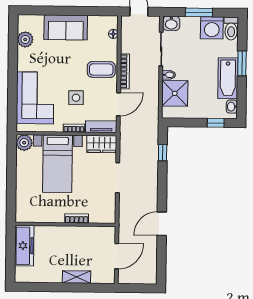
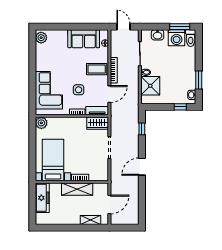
window: (199, 12) -> (180, 27), moved
washbasin: (171, 23) -> (158, 35), moved
sofa: (66, 27) -> (84, 39), moved
plant: (25, 39) -> (41, 38), moved
window: (242, 63) -> (199, 80), moved
bathtub: (228, 78) -> (189, 74), removed
bed with nightstands: (57, 164) -> (53, 160), moved, turned 180
door: (162, 224) -> (142, 167), moved
shelving: (72, 234) -> (77, 189), added
shelving: (77, 277) -> (91, 220), moved

